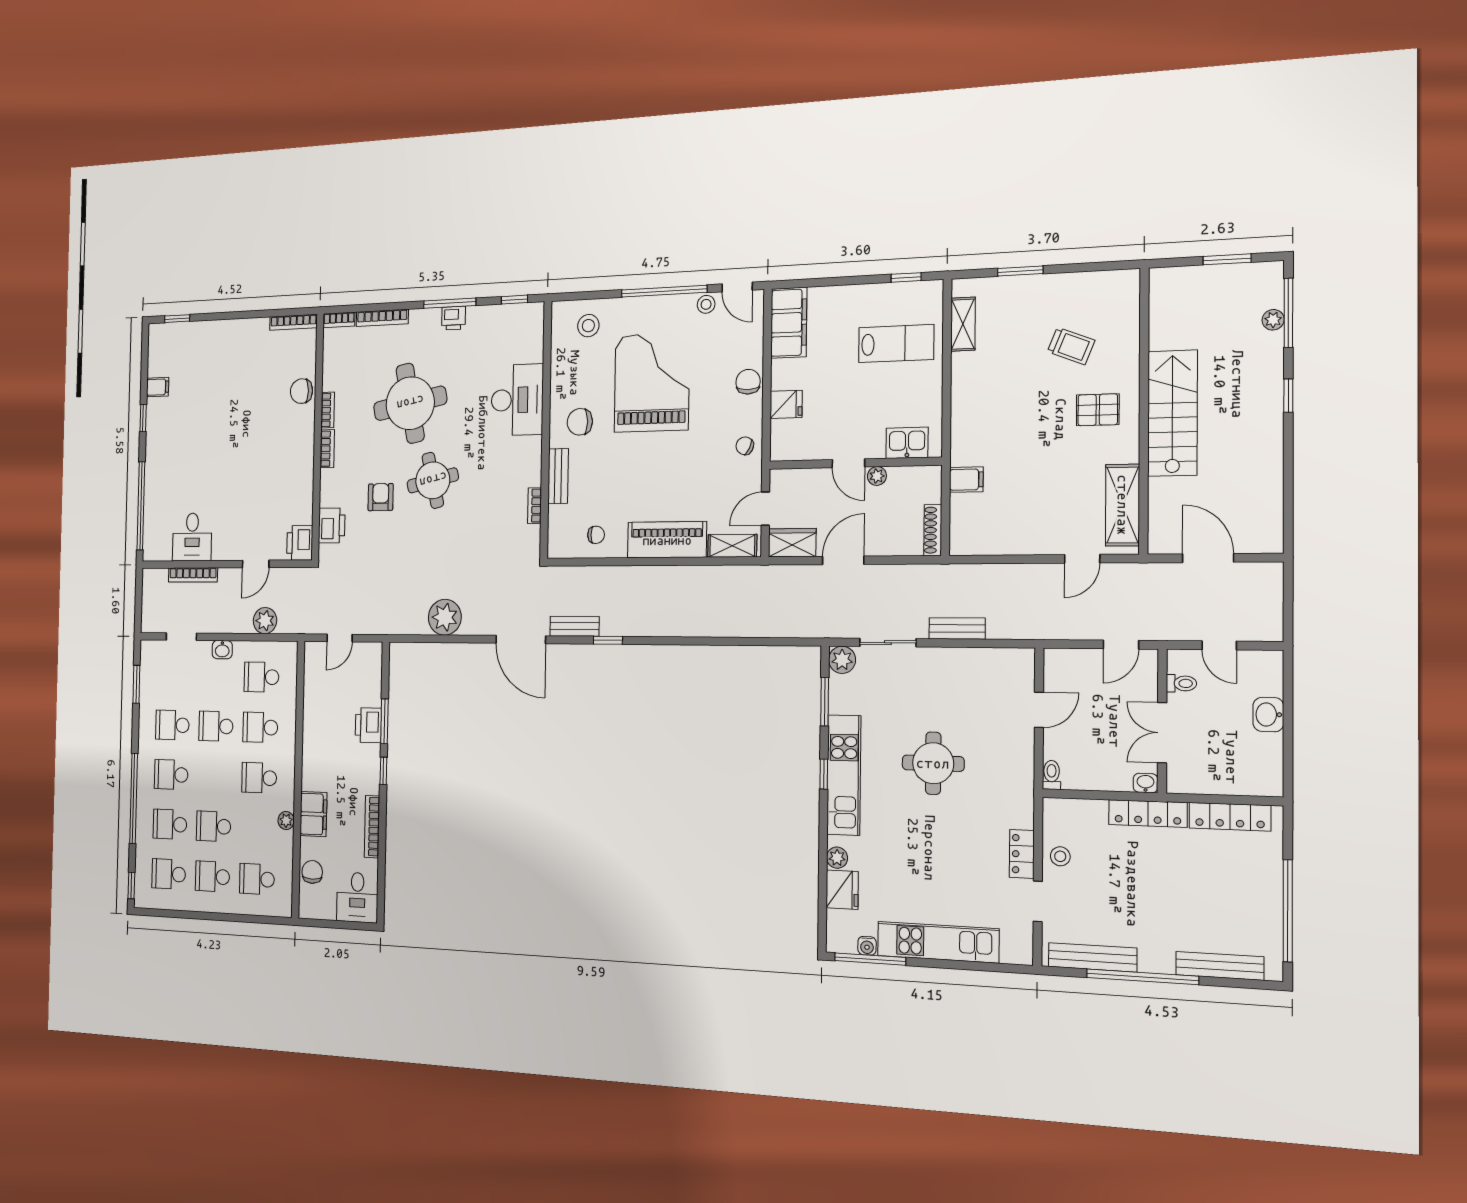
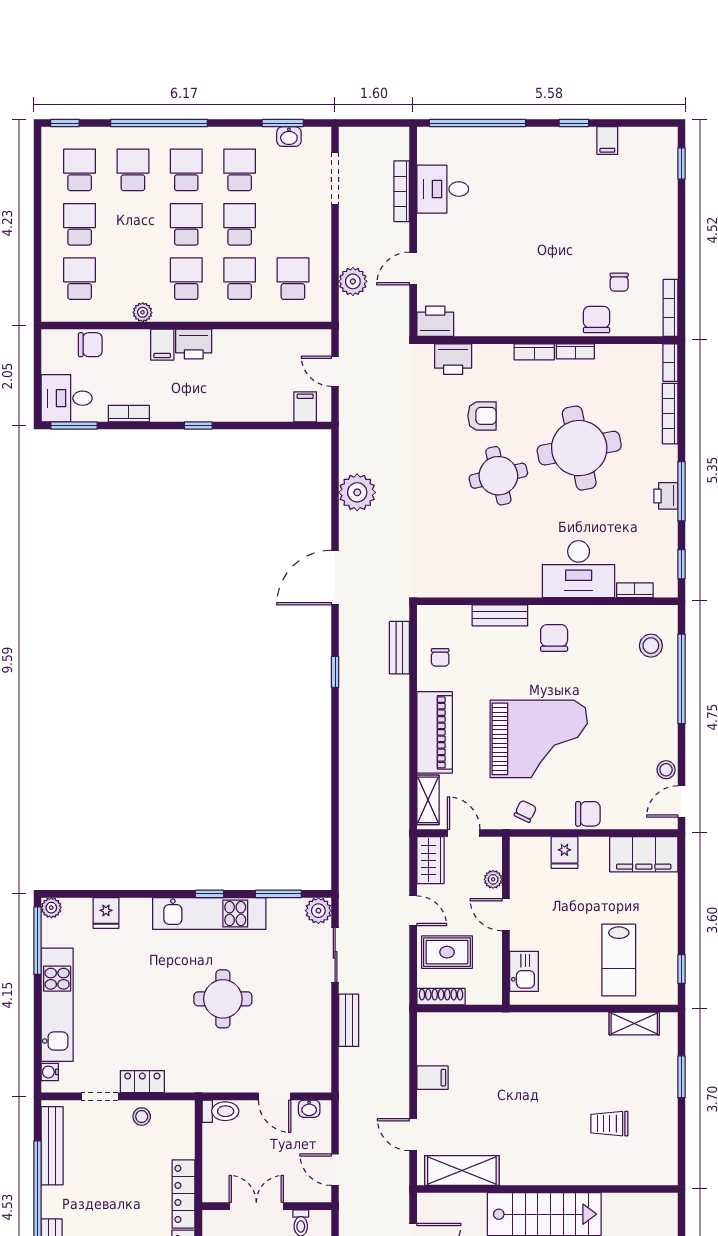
window: (664, 291) -> (681, 679), moved
trolley: (1071, 346) -> (609, 1124), turned 68
chair: (271, 371) -> (619, 282), added
grand piano: (652, 383) -> (539, 739), moved
pallet: (1098, 410) -> (550, 1148), removed
door: (848, 463) -> (506, 915), hinge flipped
plant: (877, 476) -> (493, 879), moved
filing cabinet: (966, 480) -> (432, 1078), moved, turned -90
bookcase: (535, 506) -> (635, 590), moved
rug: (886, 524) -> (447, 952), added
door: (843, 560) -> (413, 911), width x0.73
door: (256, 564) -> (413, 268), hinge flipped
bench: (574, 626) -> (399, 648), moved
doorway: (181, 637) -> (335, 179), width x1.38
washbasin: (222, 650) -> (289, 137), moved, turned -90
filing cabinet: (369, 667) -> (305, 407), added
window: (384, 721) -> (74, 426), moved
printer: (368, 725) -> (194, 344), moved, turned 180
toilet: (1052, 775) -> (221, 1111), width x1.37, depth x1.39
washbasin: (1146, 783) -> (309, 1109), moved, turned 90
filing cabinet: (313, 814) -> (162, 345), width x0.50
school desk: (214, 826) -> (186, 224), moved
bookcase: (372, 827) -> (129, 414), width x0.64
plant: (837, 858) -> (51, 908), moved
fridge: (842, 890) -> (106, 913), width x0.72
water cooler: (867, 946) -> (50, 1072), moved

